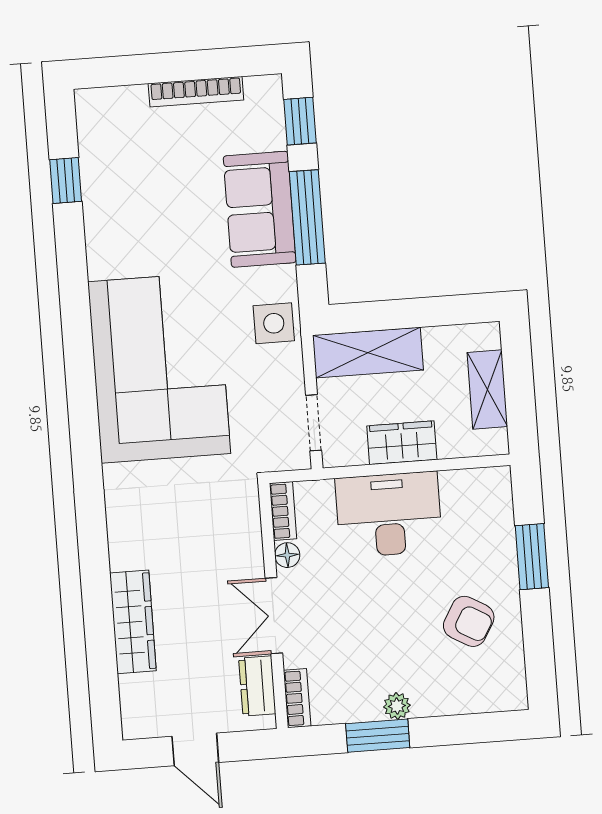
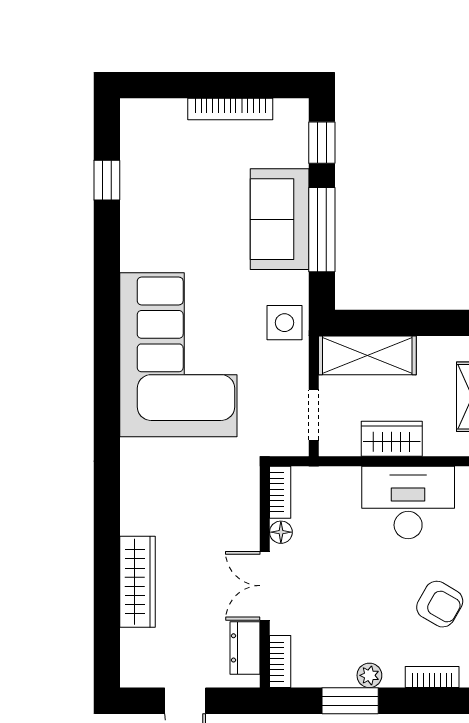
desk: (389, 515) -> (408, 503), moved
bookcase: (466, 703) -> (432, 677), added

